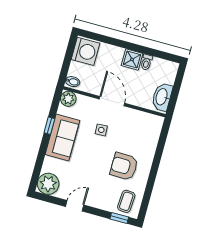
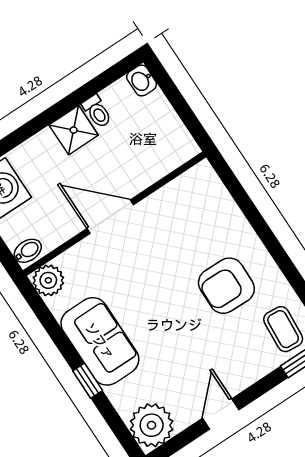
washbasin: (162, 97) -> (142, 80), moved, width x0.52, depth x0.69
window: (49, 126) -> (88, 381), moved
side table: (101, 130) -> (140, 272), removed

